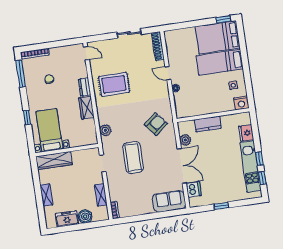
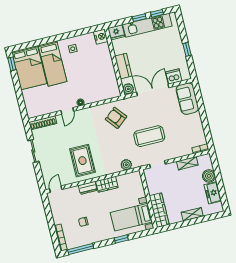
nightstand: (241, 103) -> (101, 37), moved
wall: (213, 115) -> (115, 62), moved
kitchen counter: (208, 124) -> (123, 66), moved

